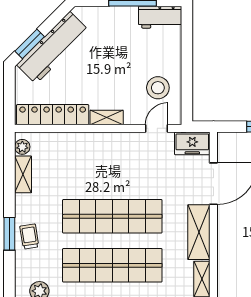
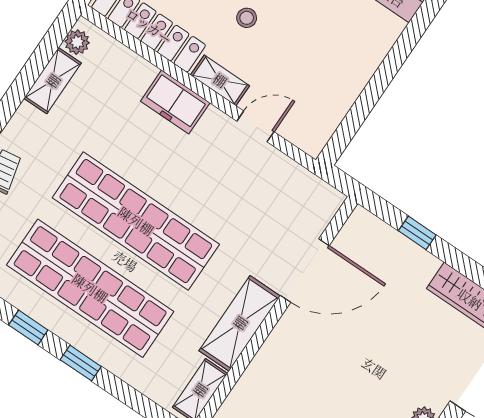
stool: (158, 88) -> (247, 18), moved, width x0.53, depth x0.53
door: (157, 128) -> (255, 126), moved
freezer: (192, 143) -> (175, 102), moved

